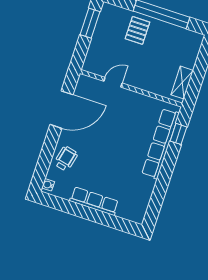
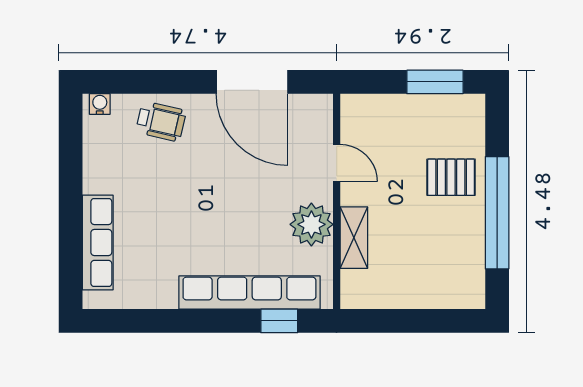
shelving: (182, 83) -> (354, 238), moved, turned 90
plant: (138, 104) -> (311, 224), added
row of seats: (94, 201) -> (98, 242), moved

